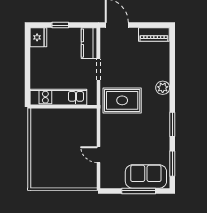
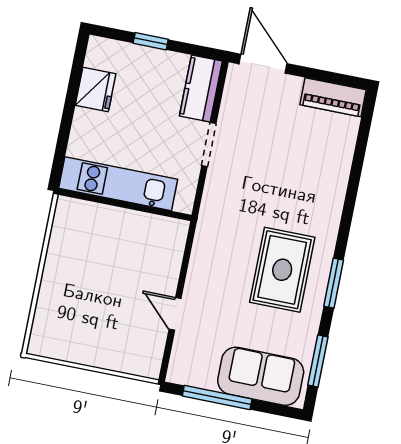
fridge: (38, 37) -> (96, 89), moved
plant: (163, 88) -> (329, 206), removed
rug: (122, 100) -> (282, 270), moved, turned 90
window: (139, 191) -> (217, 397), moved

